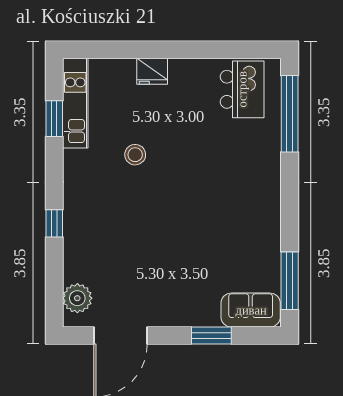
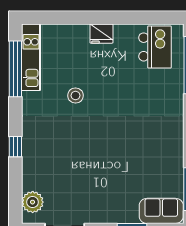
fridge: (152, 71) -> (101, 34), moved
window: (54, 119) -> (15, 69), width x2.11

